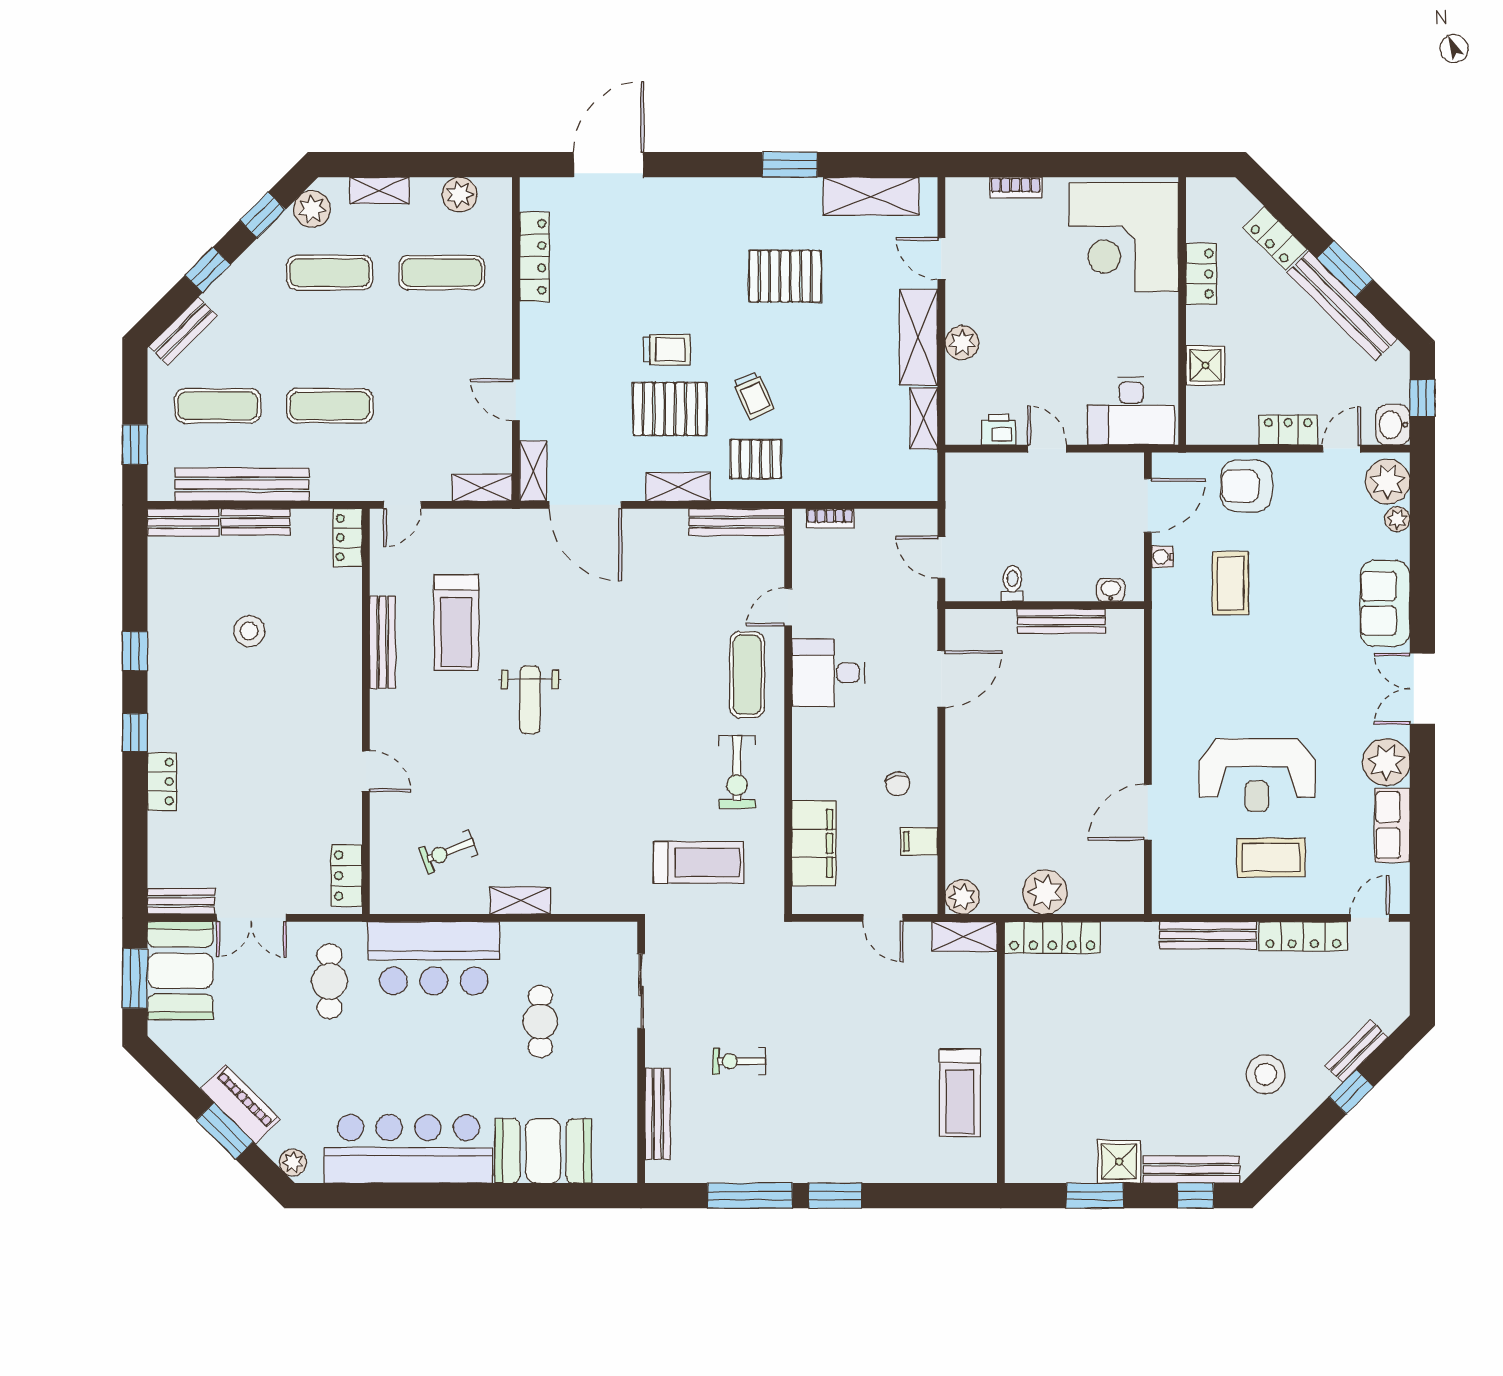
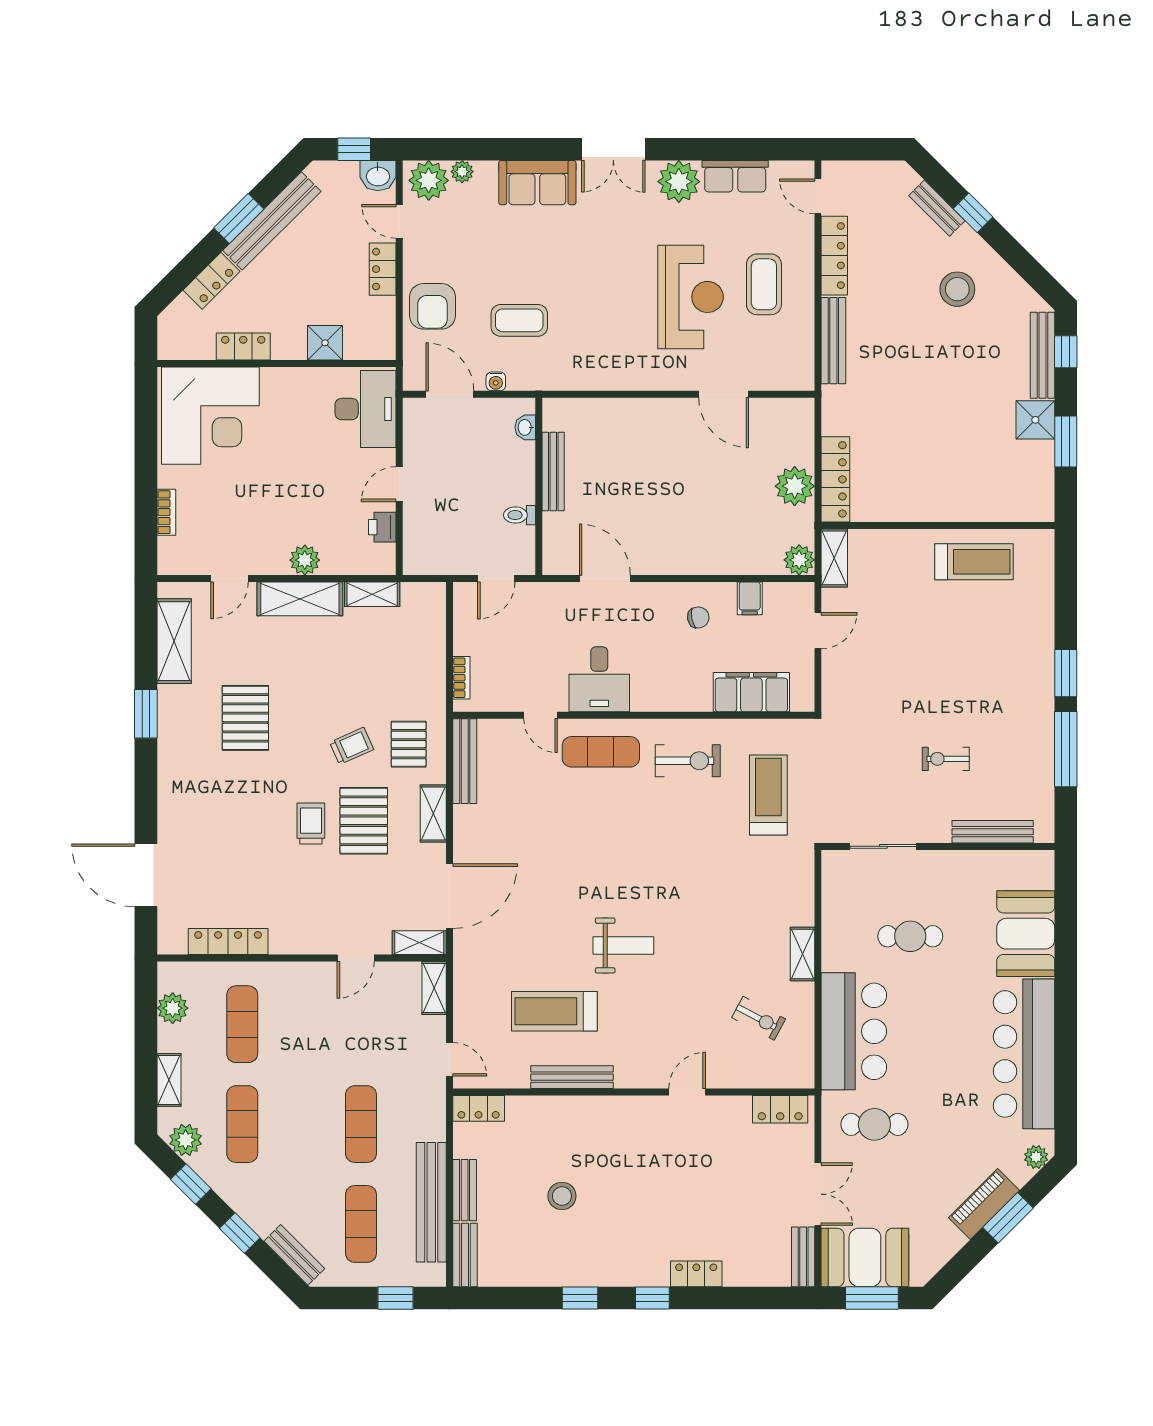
treadmill: (456, 623) -> (554, 1011), turned 180
exercise bike: (448, 851) -> (759, 1018), turned -41
exercise bike: (739, 1061) -> (946, 759), turned 90

